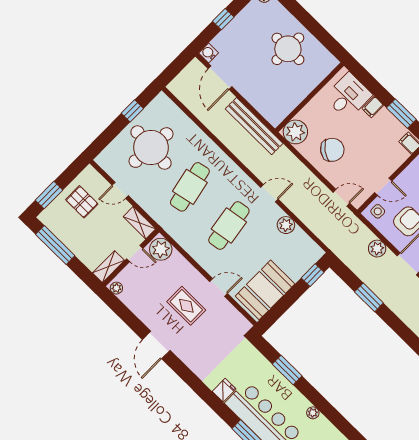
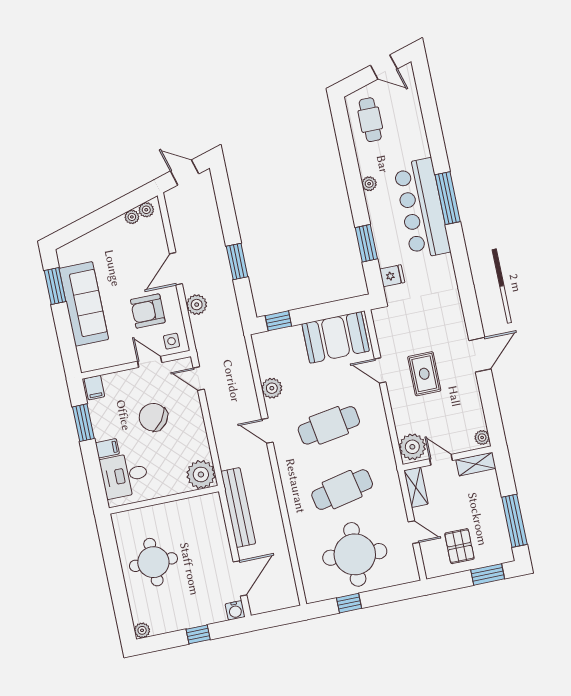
chair: (332, 150) -> (153, 417), moved
fridge: (224, 390) -> (392, 276), moved, turned 180

